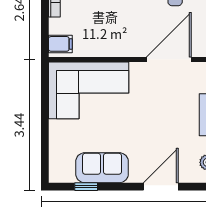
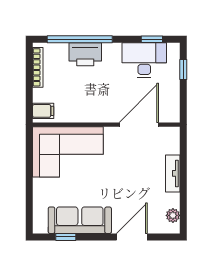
sofa: (102, 168) -> (80, 220), width x1.36

